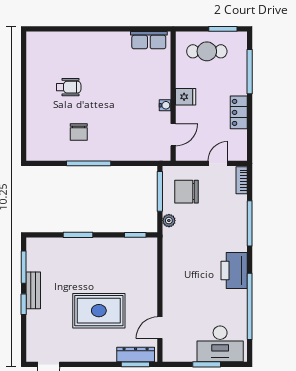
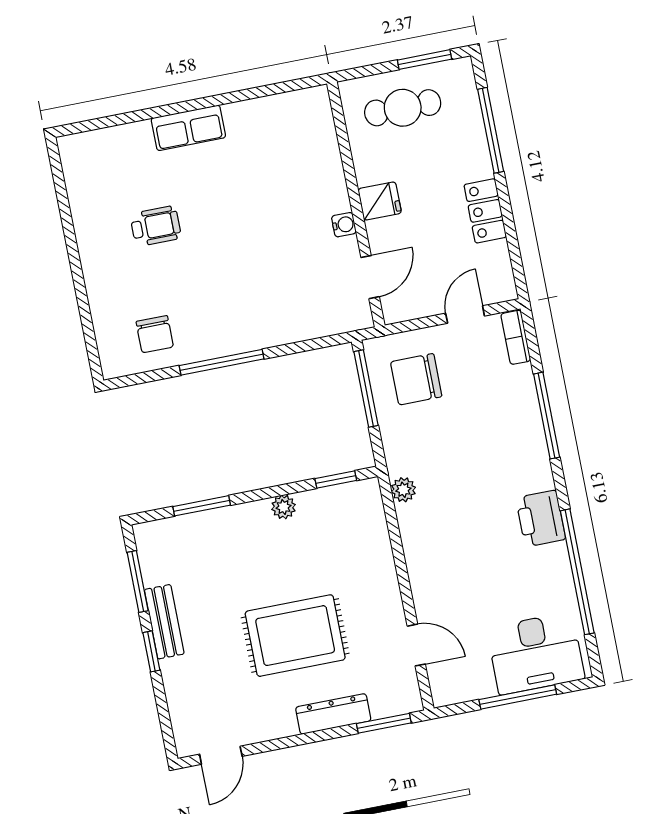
row of seats: (149, 40) -> (188, 128), moved
chair: (79, 132) -> (155, 334), moved
plant: (169, 221) -> (403, 490), moved
window: (78, 235) -> (202, 506), moved
plant: (106, 244) -> (284, 507), added
printer: (234, 270) -> (541, 519), width x0.73, depth x0.84
door: (160, 328) -> (416, 645), swing flipped
dresser: (136, 355) -> (333, 714), moved
window: (207, 364) -> (518, 697), width x1.44

